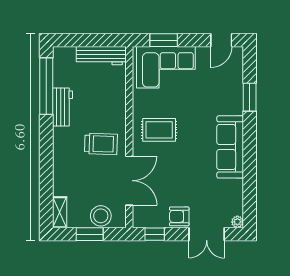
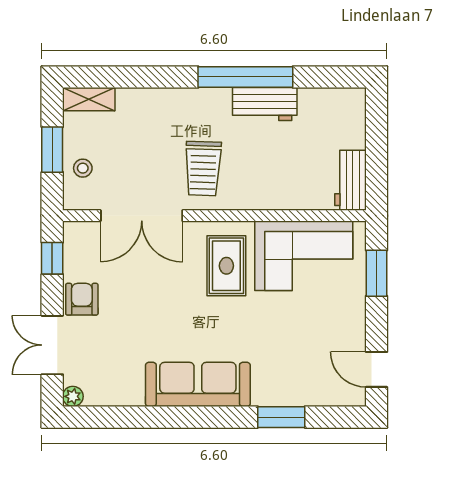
workbench: (101, 56) -> (350, 180), width x0.73
corner sofa: (166, 67) -> (304, 256), moved, turned -90
window: (46, 86) -> (245, 77), moved
stool: (101, 216) -> (83, 168), width x0.53, depth x0.53

